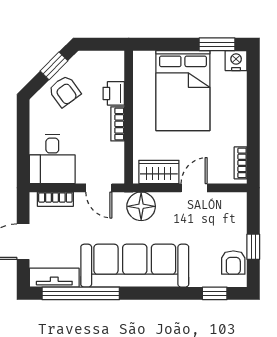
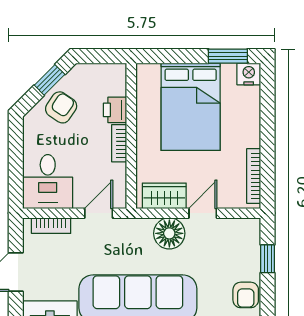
armchair: (65, 91) -> (61, 107), turned -110
bookcase: (241, 163) -> (254, 176), width x1.56
door: (99, 188) -> (99, 213), swing flipped
floor lamp: (141, 206) -> (169, 233), moved
window: (253, 247) -> (268, 259), moved

